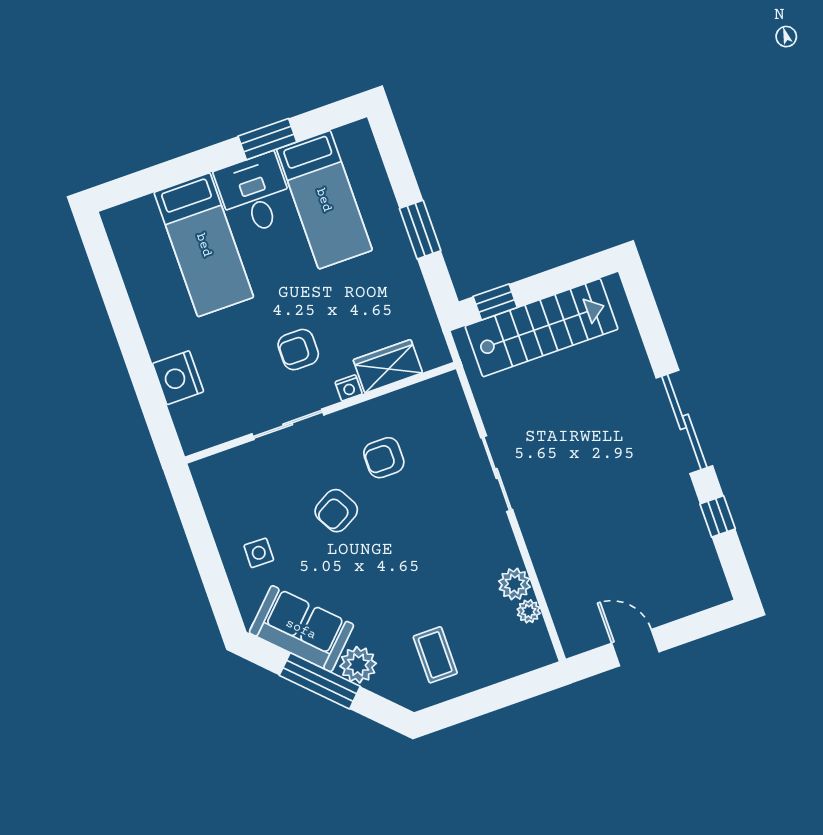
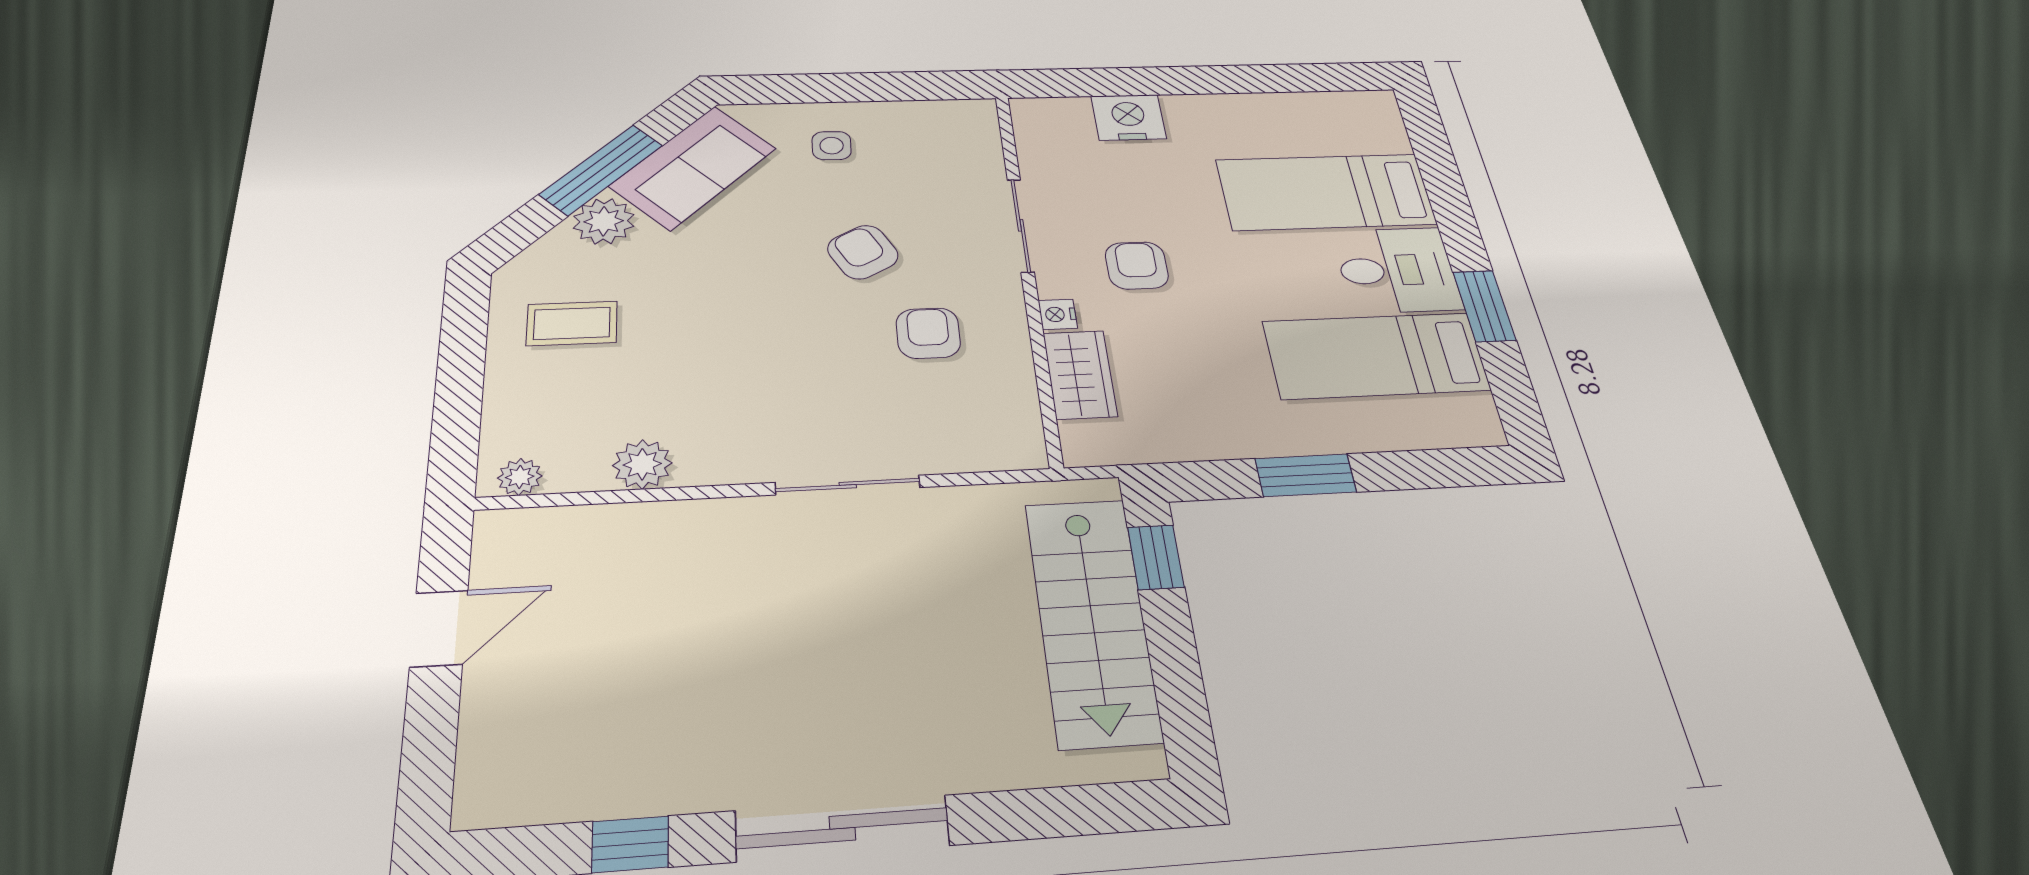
plant: (529, 611) -> (520, 477), moved

